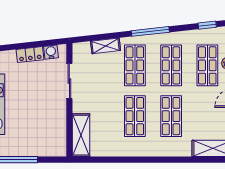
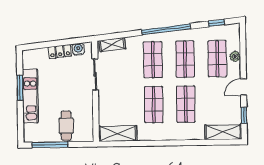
window: (150, 31) -> (166, 29), width x1.46
shelving: (106, 46) -> (112, 45), moved
shelving: (81, 135) -> (118, 134), moved, turned 90
cafe table: (36, 138) -> (66, 126), added

